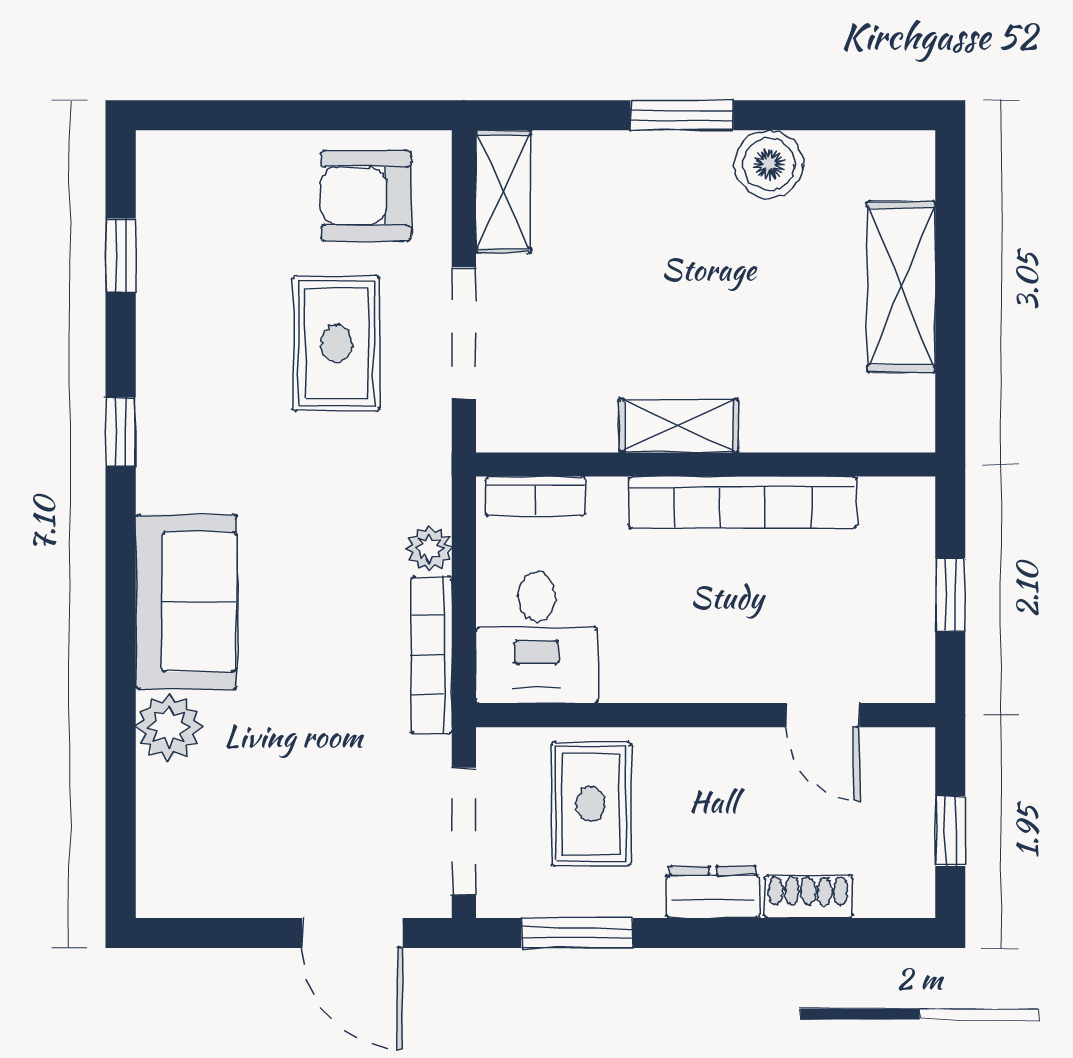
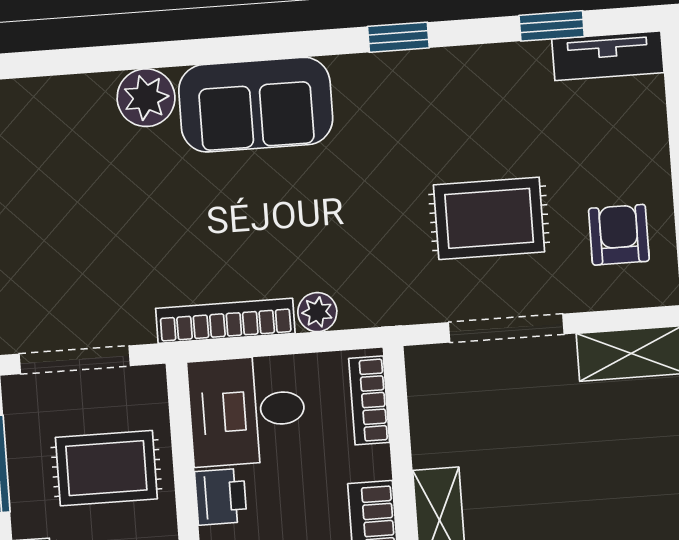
tv unit: (160, 193) -> (608, 56), added
armchair: (366, 196) -> (619, 235), width x0.72, depth x0.72
printer: (633, 675) -> (221, 497), added

